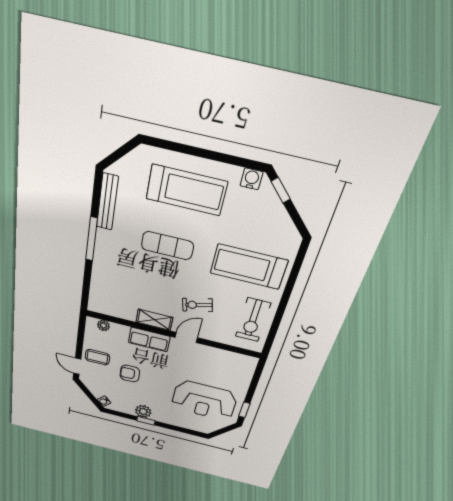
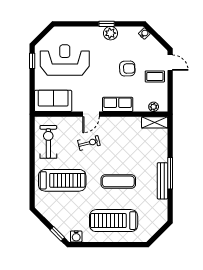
bench: (107, 202) -> (162, 181), moved
shelving: (154, 320) -> (155, 122), moved
sofa: (232, 364) -> (53, 101), added

